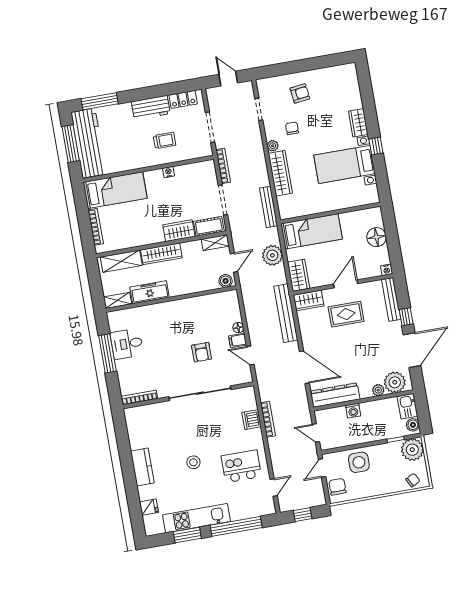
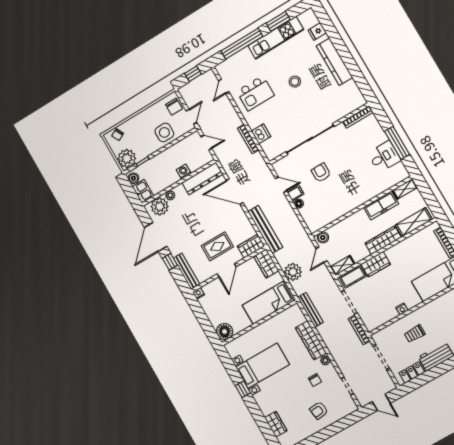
wardrobe: (358, 123) -> (276, 424), moved
floor lamp: (376, 237) -> (225, 332), moved
kitchen counter: (142, 467) -> (334, 62), width x1.50

